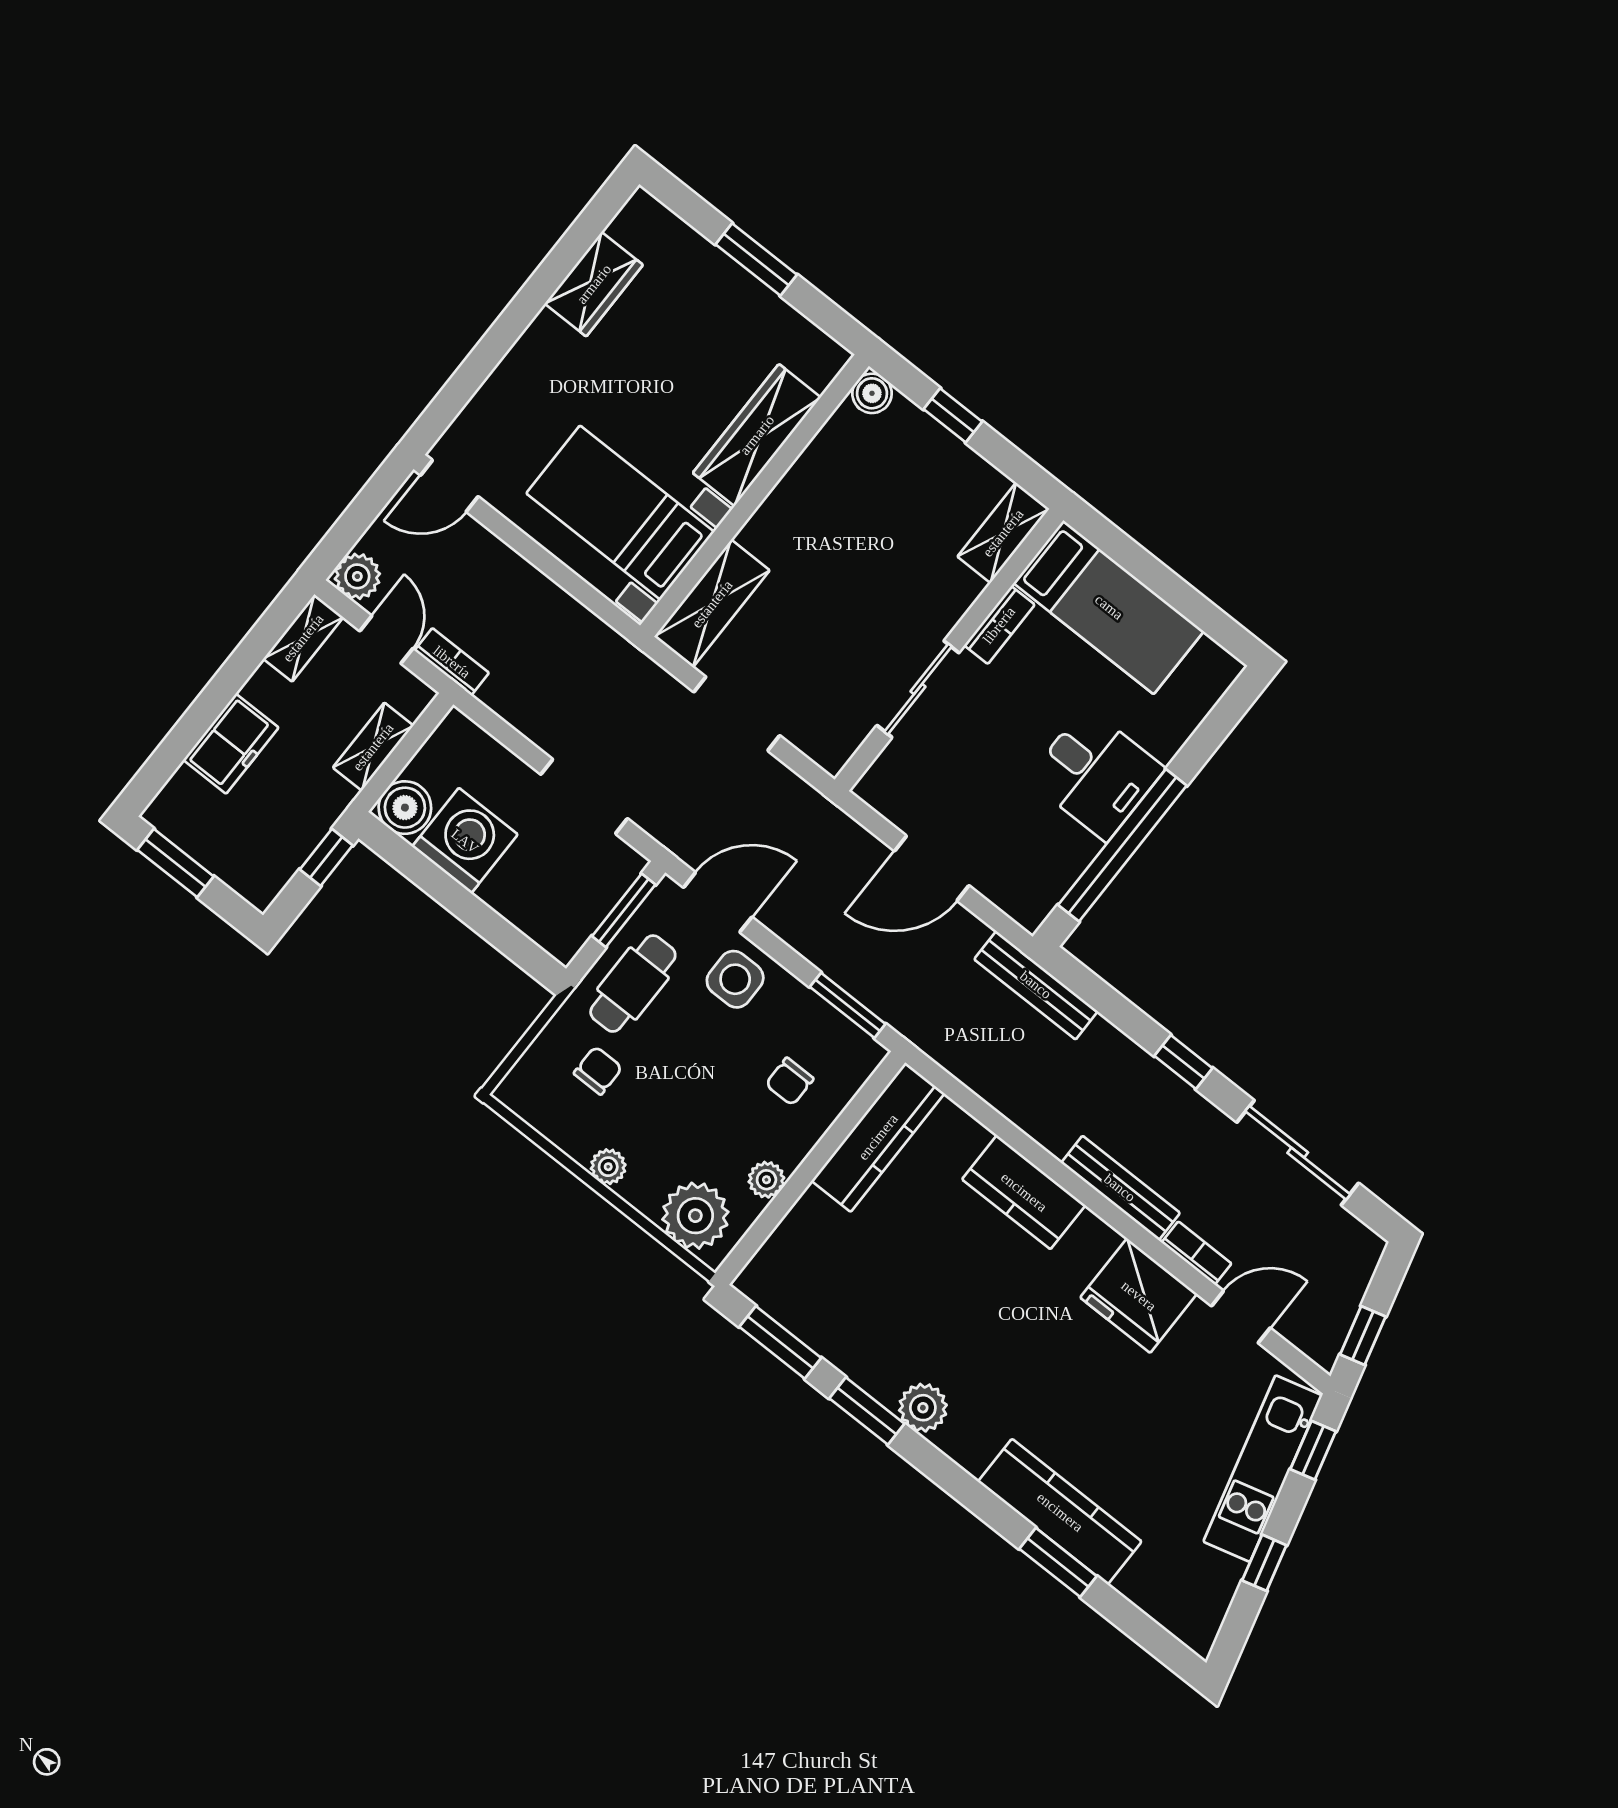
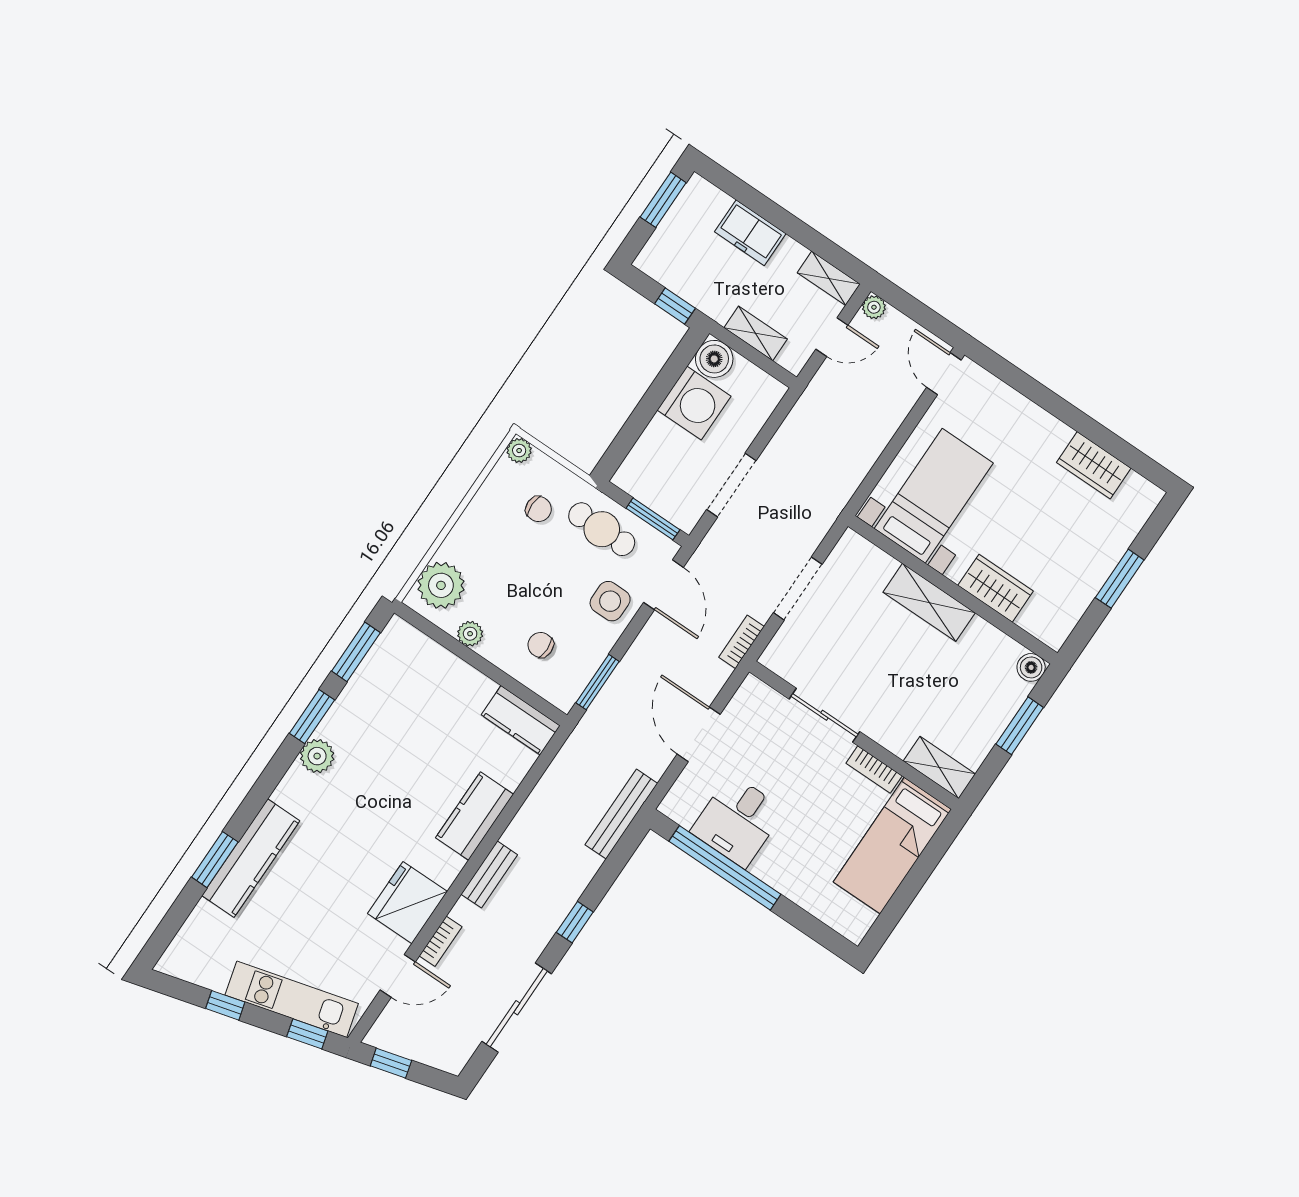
window: (953, 415) -> (1020, 726), width x1.50
wardrobe: (757, 435) -> (996, 588), width x0.67
plant: (357, 576) -> (874, 307), width x0.73, depth x0.73
shelving: (712, 604) -> (929, 602), moved
bookcase: (452, 662) -> (741, 642), moved, turned 180
desk: (1096, 774) -> (738, 821), moved
kitchen counter: (878, 1137) -> (521, 720), width x0.67
plant: (608, 1167) -> (519, 451), moved
bench: (1120, 1188) -> (489, 874), width x0.73
door: (1241, 1317) -> (398, 976), hinge flipped

